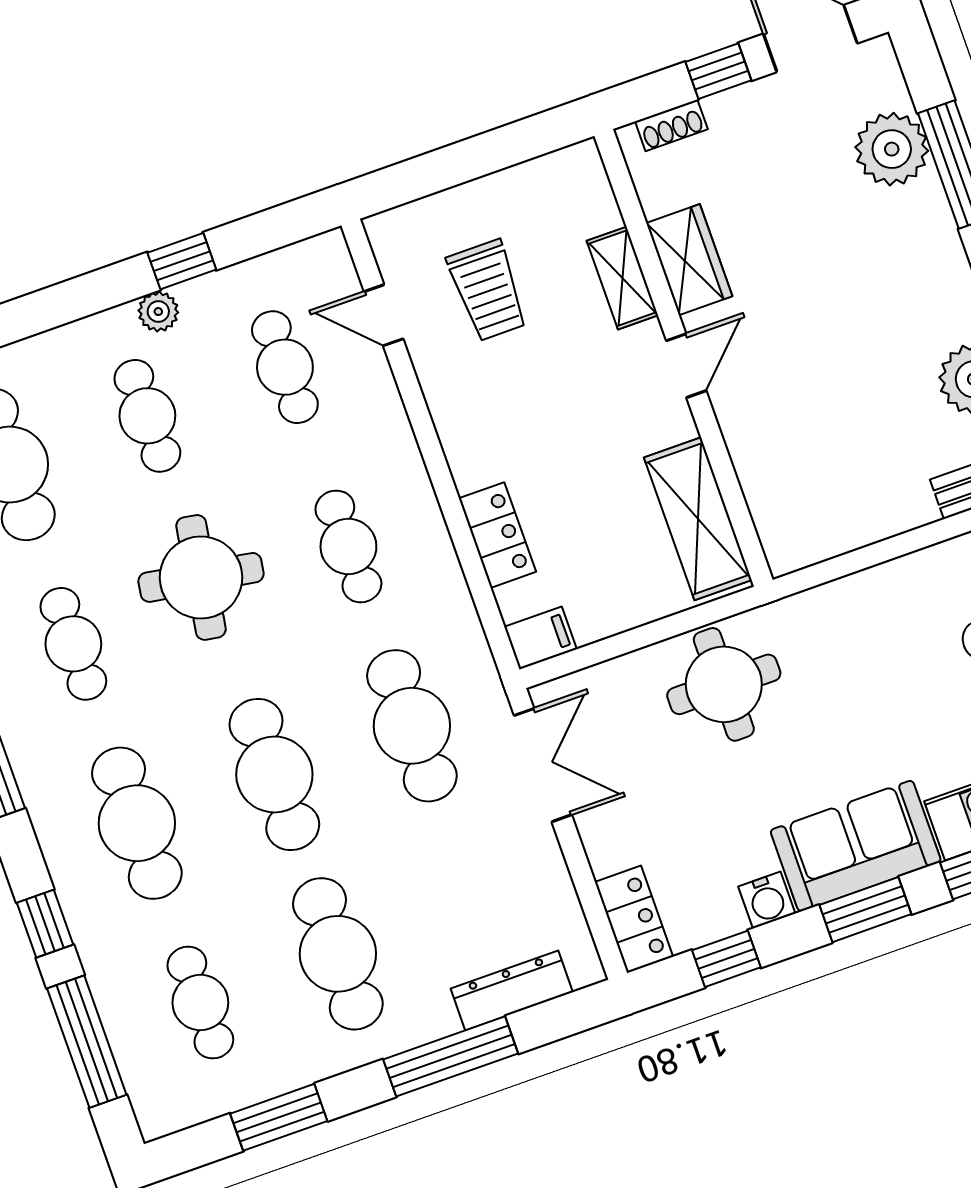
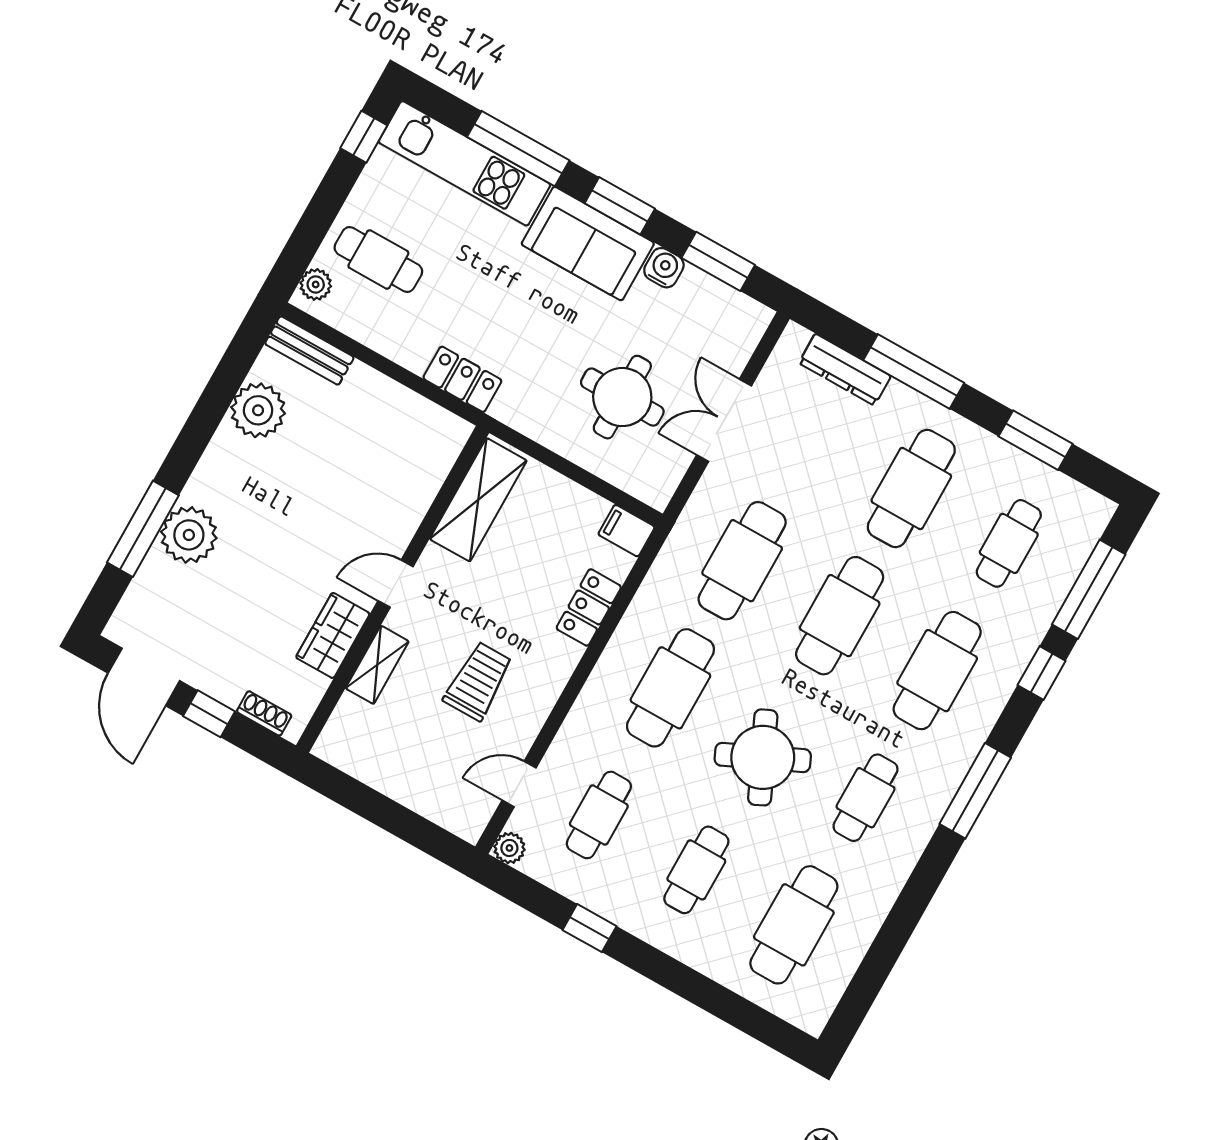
plant: (892, 149) -> (189, 535), moved
trolley: (488, 290) -> (478, 681), moved
plant: (158, 312) -> (509, 848), moved
door: (384, 315) -> (519, 784), swing flipped
cafe table: (348, 546) -> (670, 688), width x1.37, depth x1.35
round table: (201, 577) -> (763, 757), turned -34
round table: (724, 684) -> (622, 397), moved
double door: (543, 765) -> (724, 420), moved
locker: (634, 919) -> (462, 379), moved, turned 90
window: (726, 959) -> (718, 261), width x1.50

